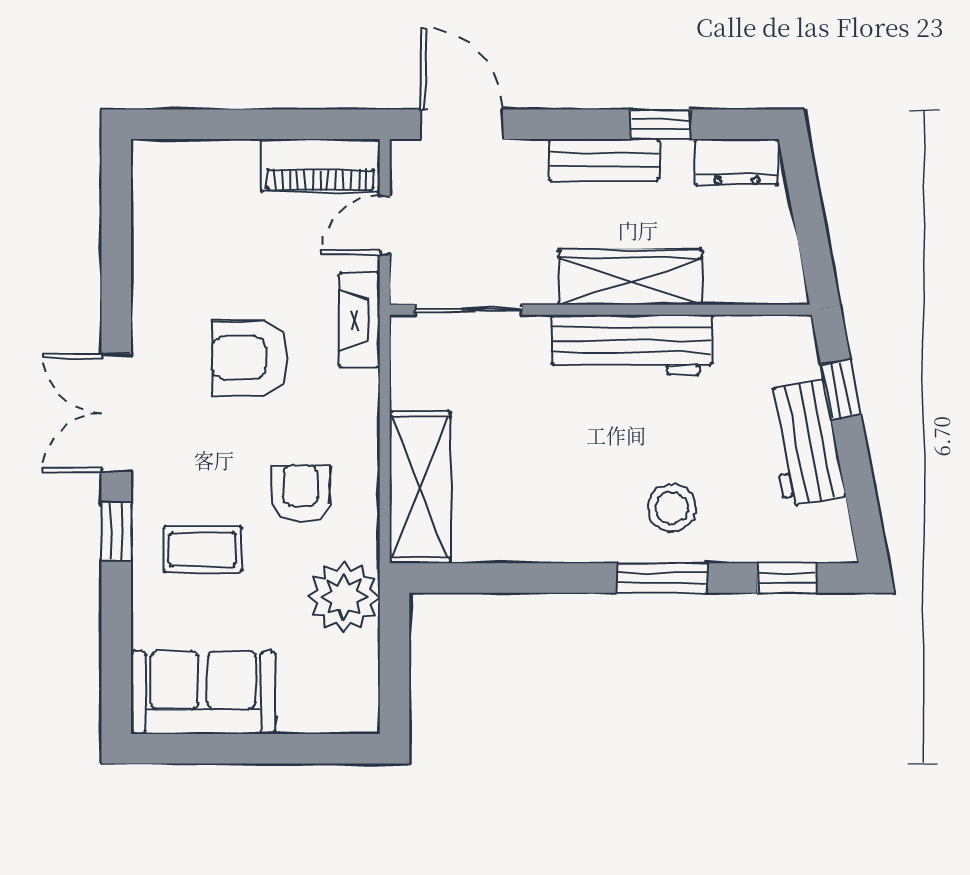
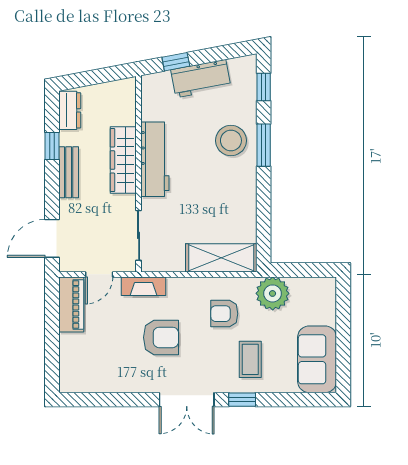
door: (385, 225) -> (99, 274), hinge flipped
armchair: (250, 358) -> (161, 337), turned -90
stool: (672, 508) -> (231, 141), width x1.38, depth x1.38

